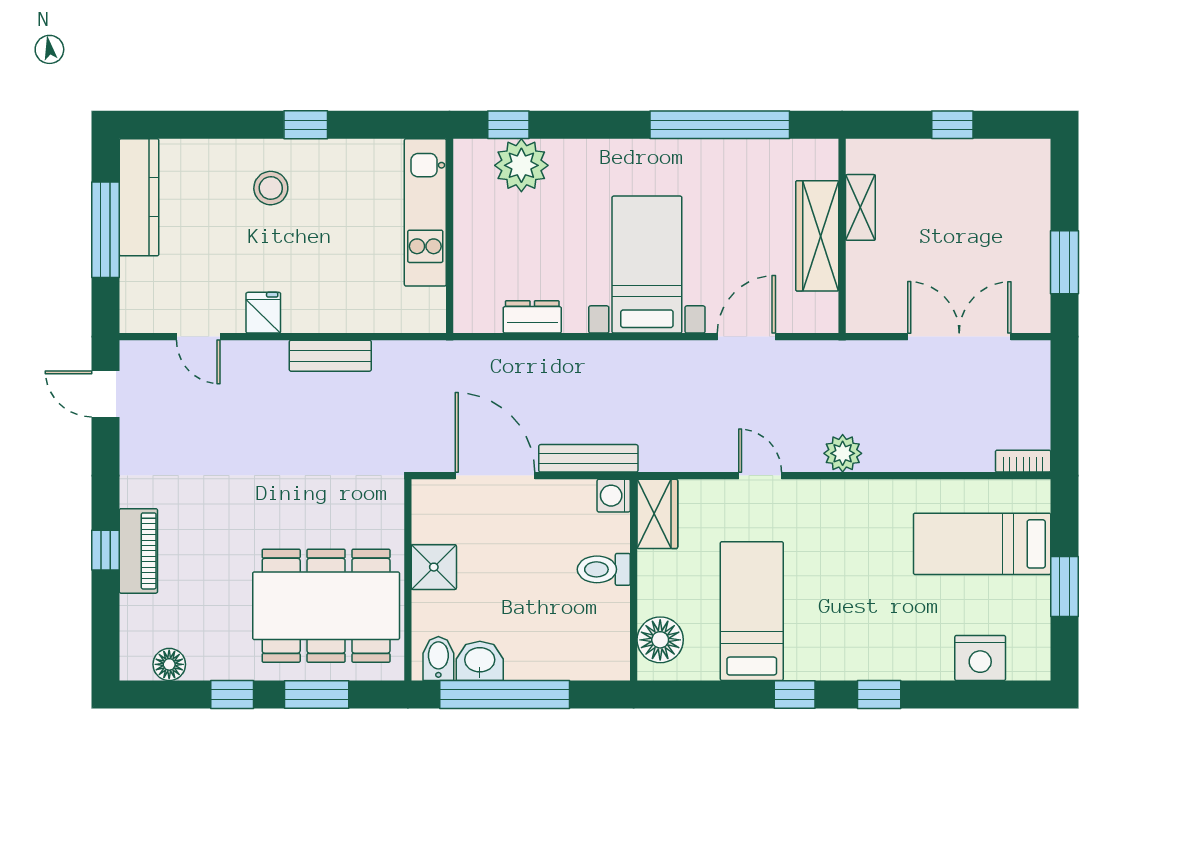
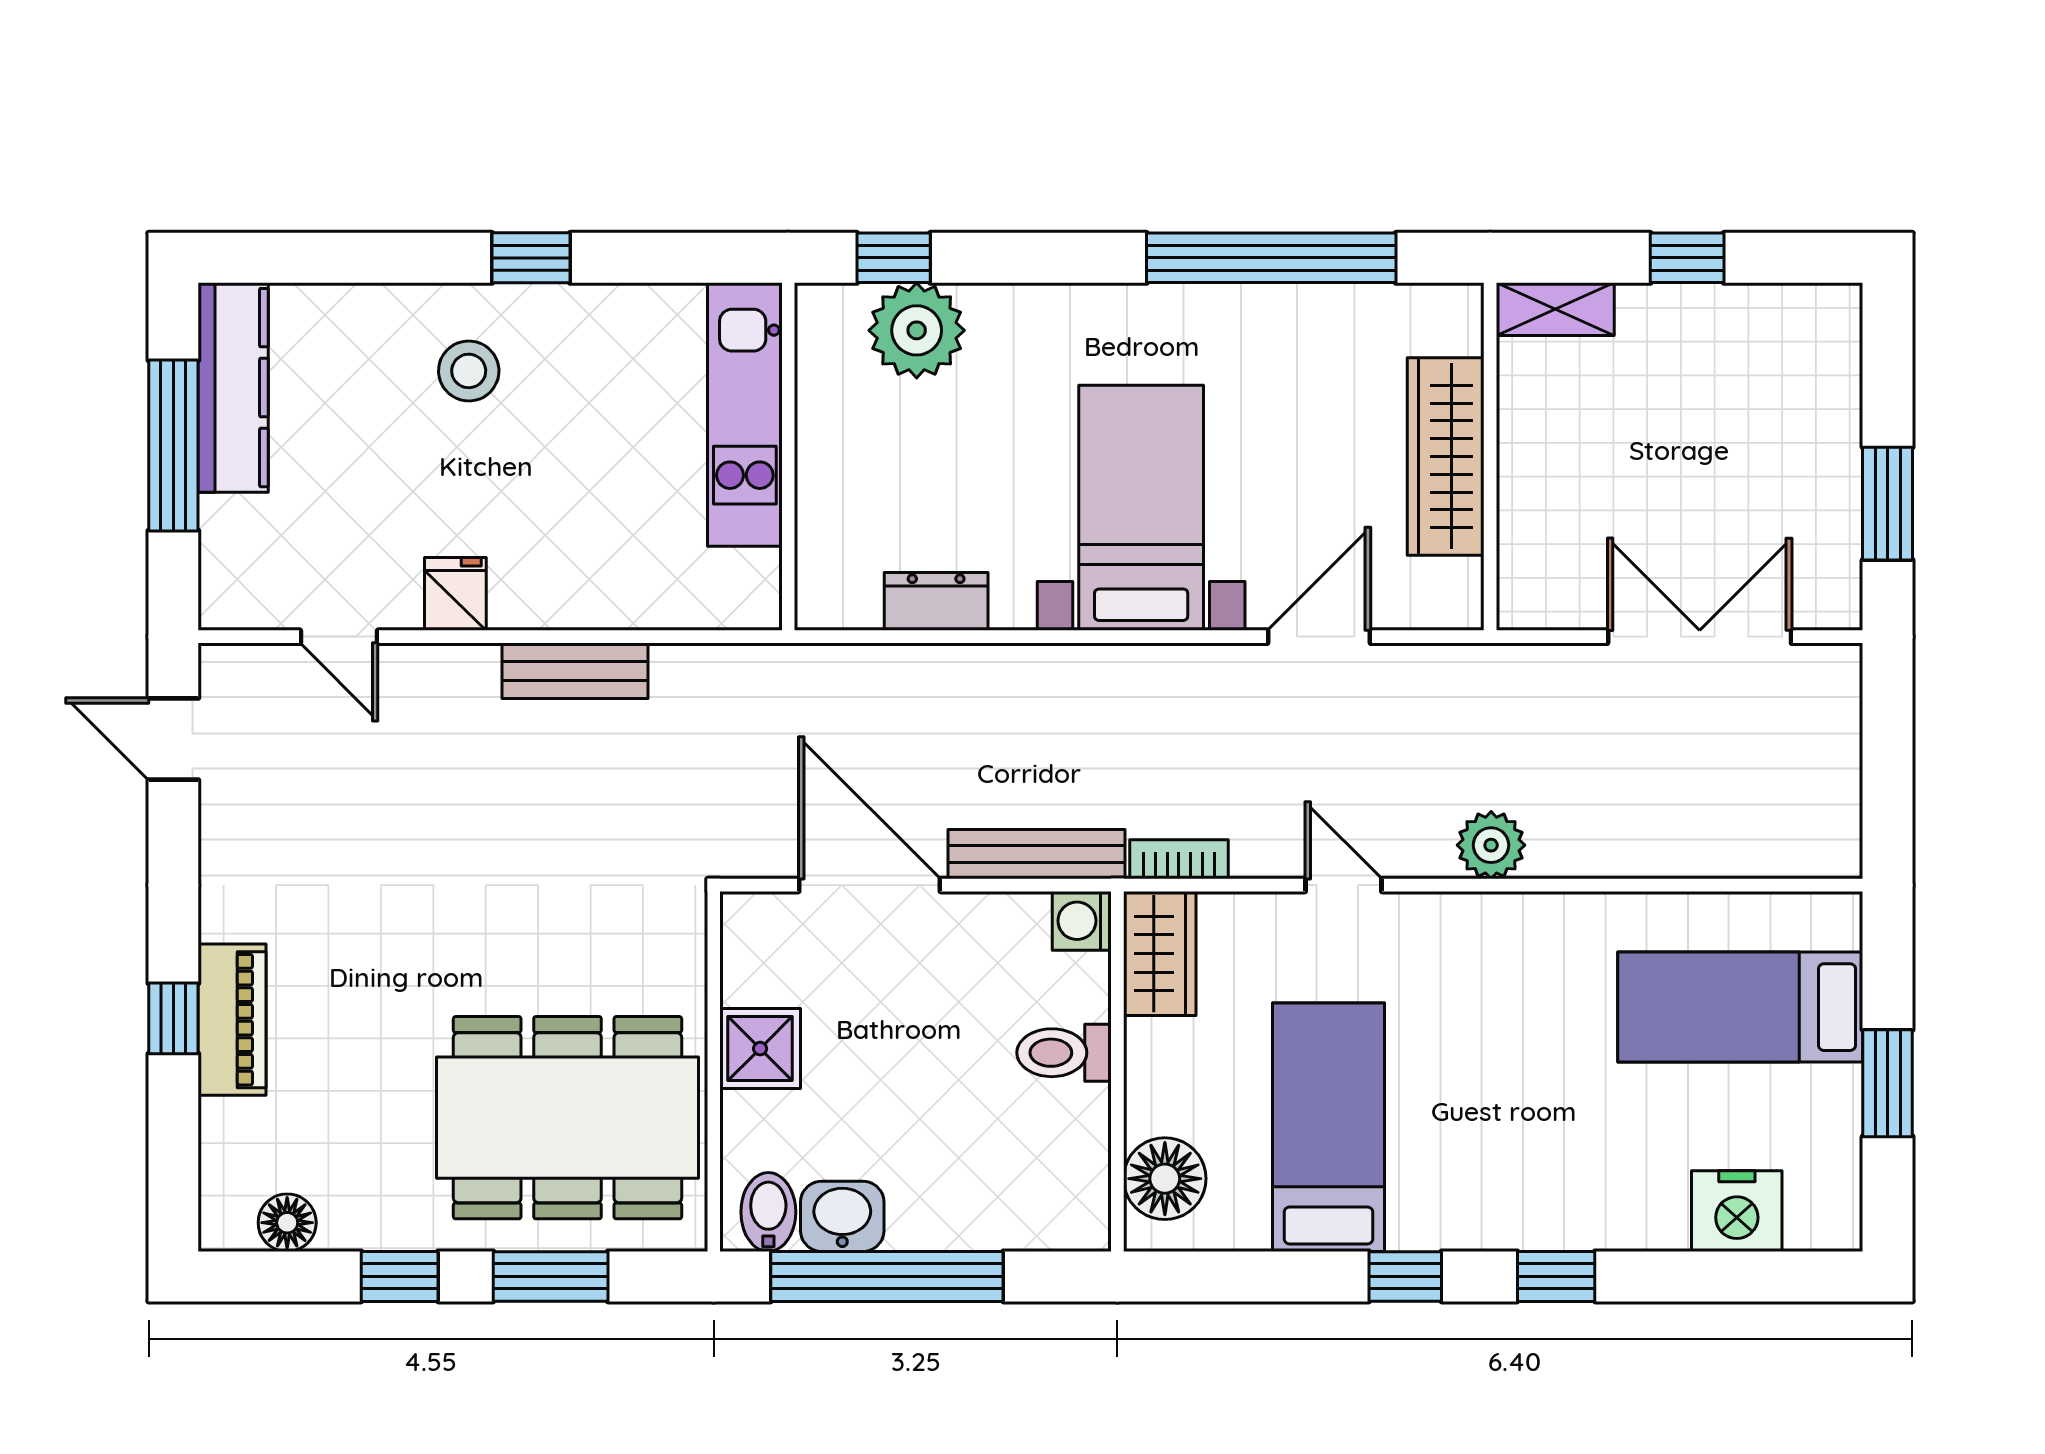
shelving: (860, 207) -> (1555, 309), moved, turned 90
bookcase: (1023, 461) -> (1179, 859), moved

